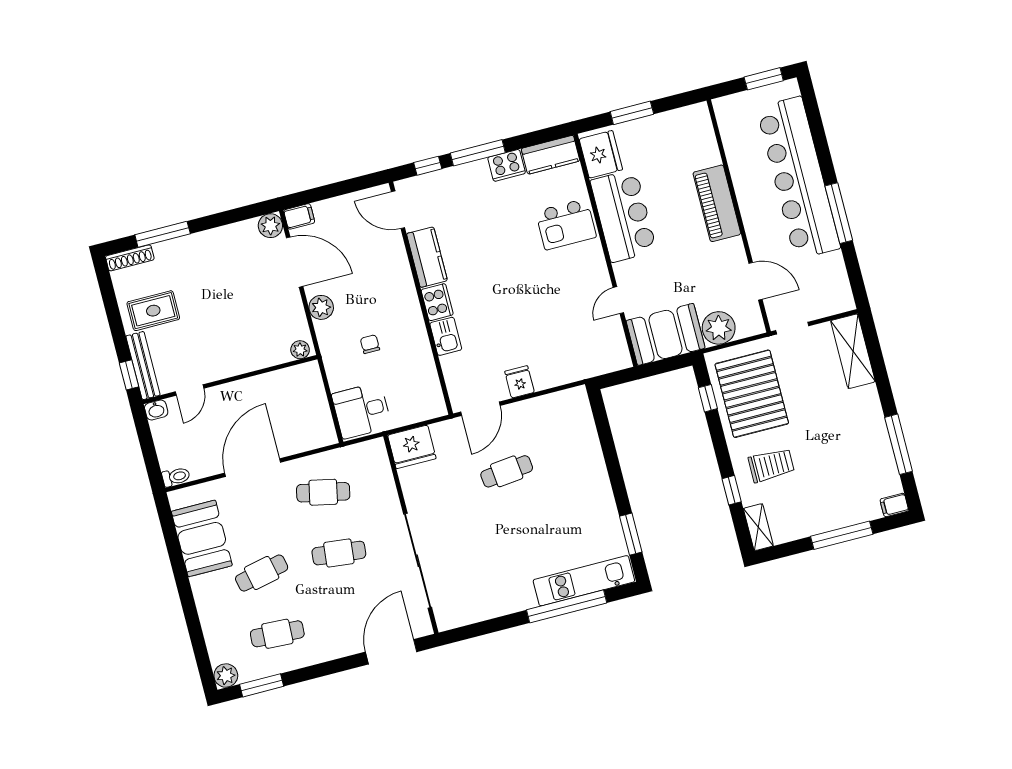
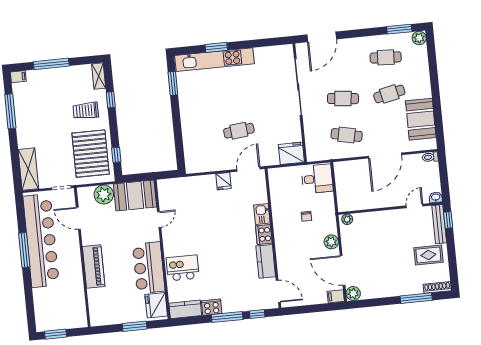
bar counter: (798, 178) -> (41, 241), moved
kitchen unit: (584, 581) -> (214, 60), width x1.36
window: (567, 606) -> (216, 47), width x0.47

